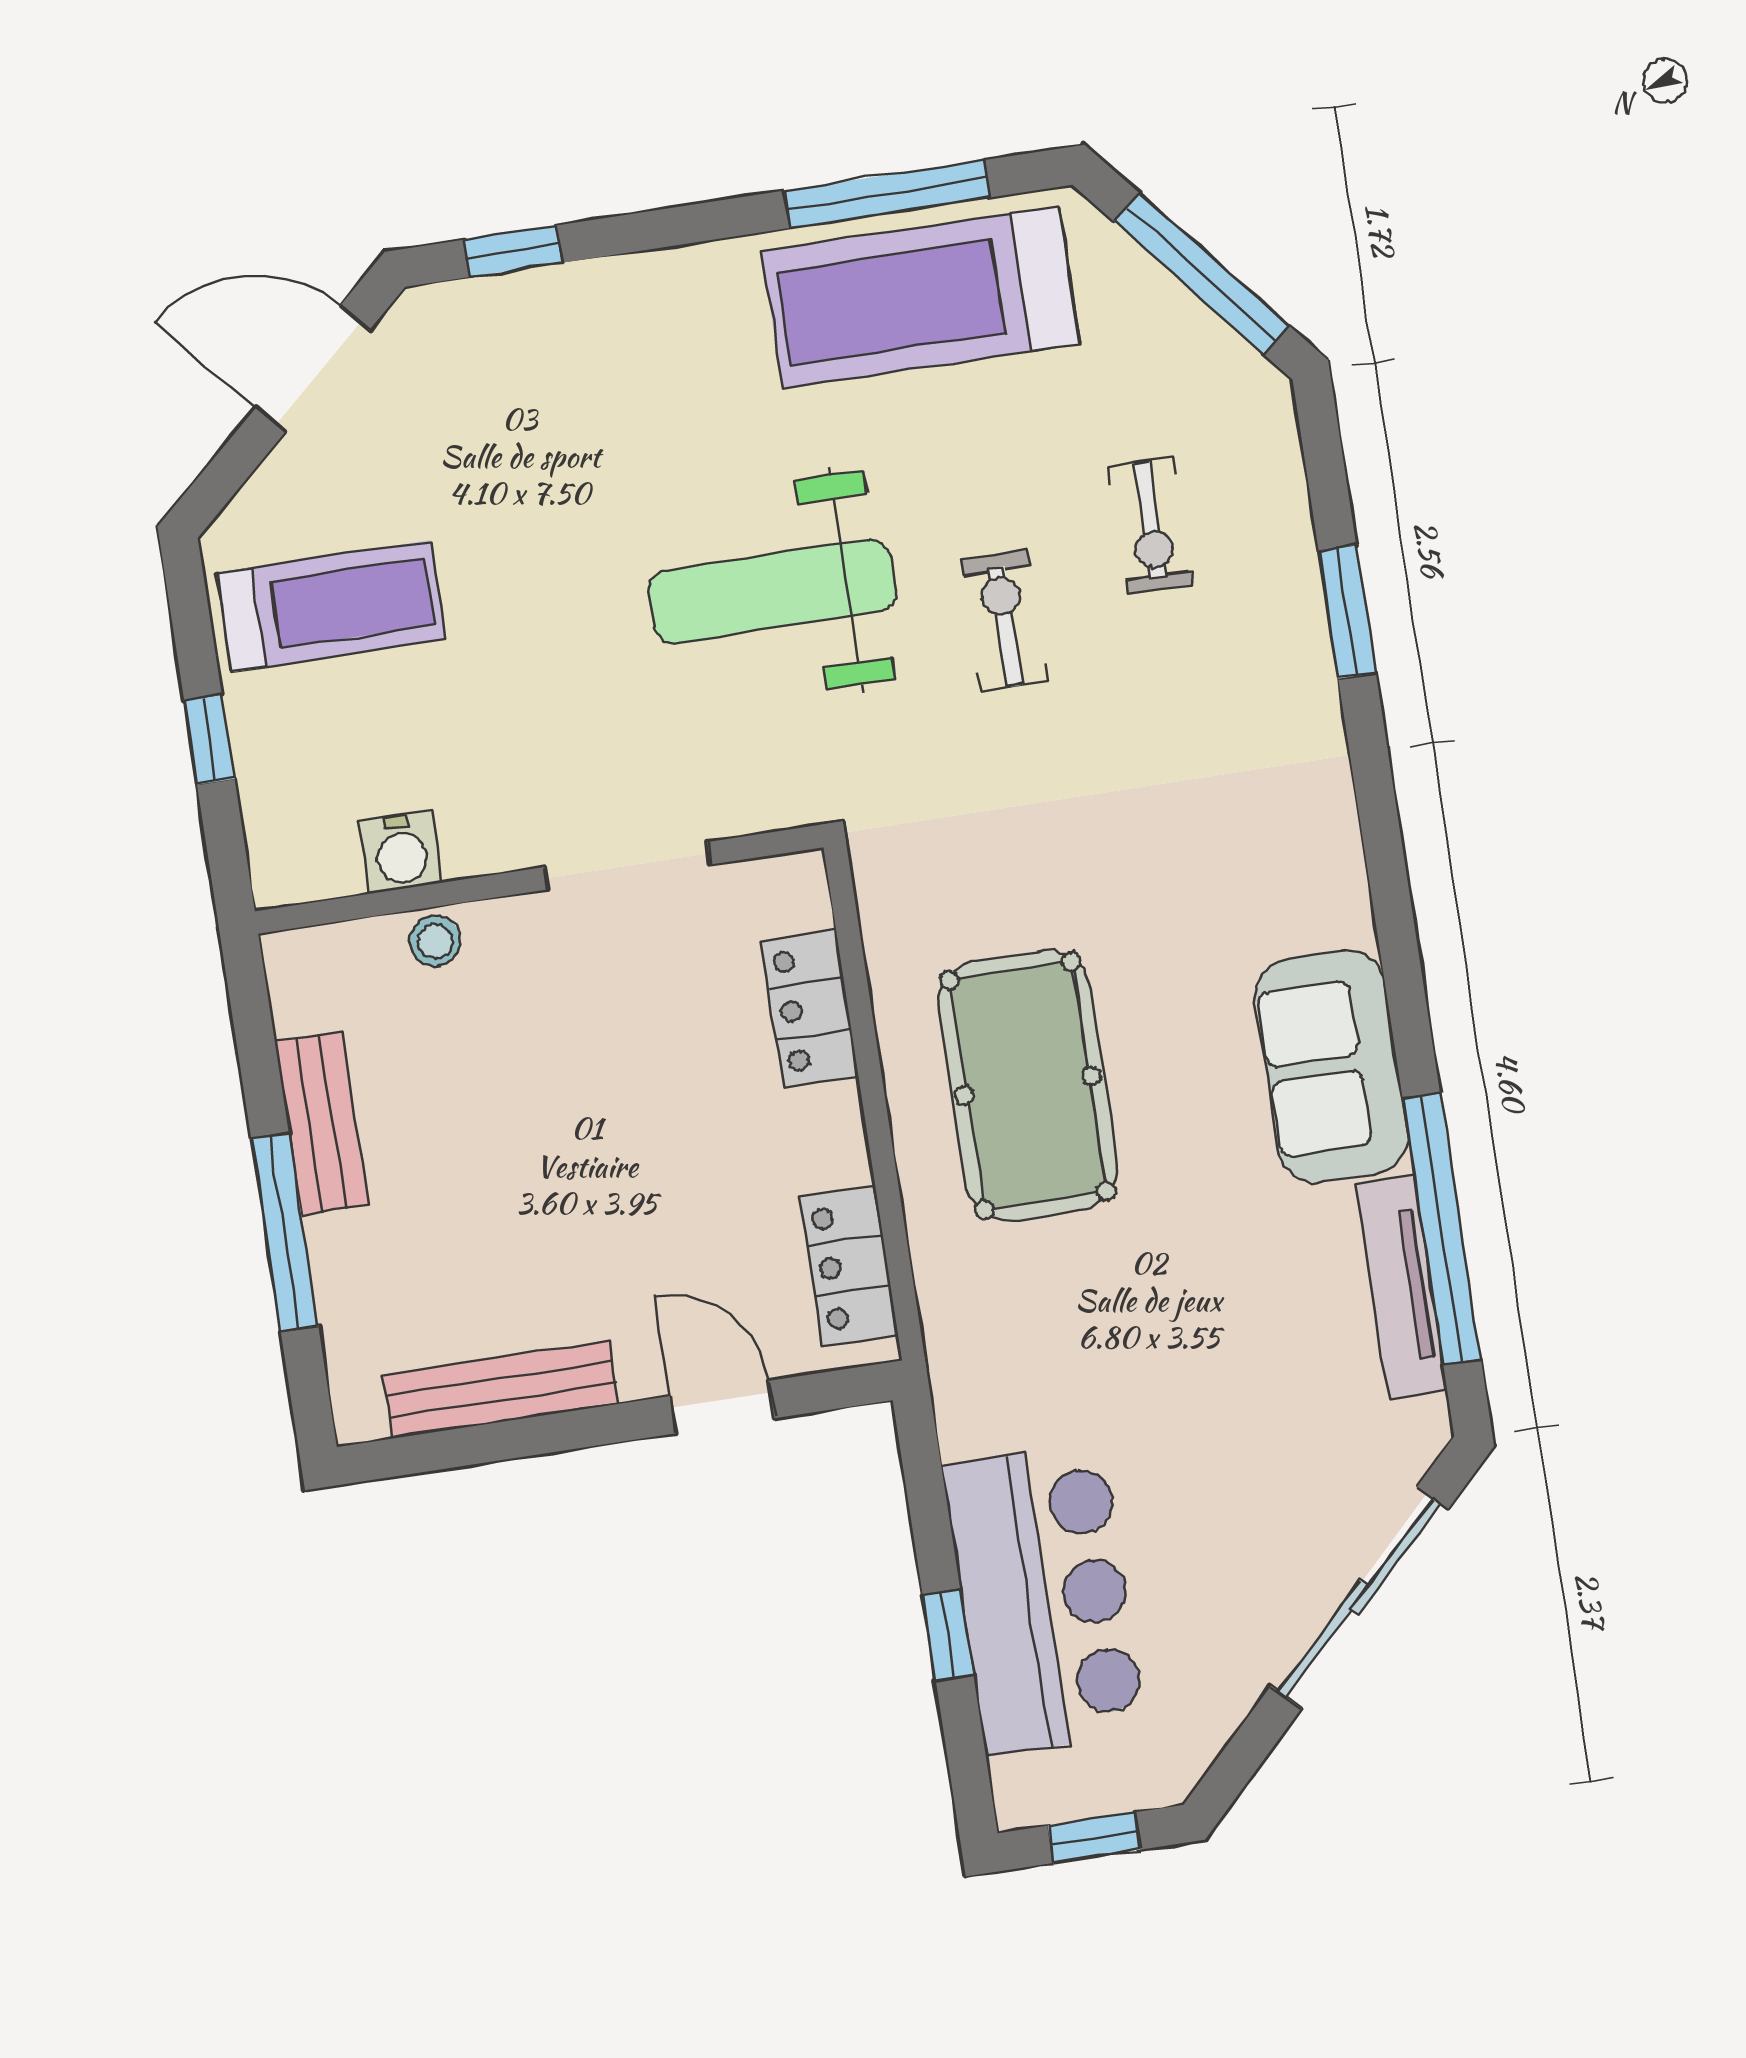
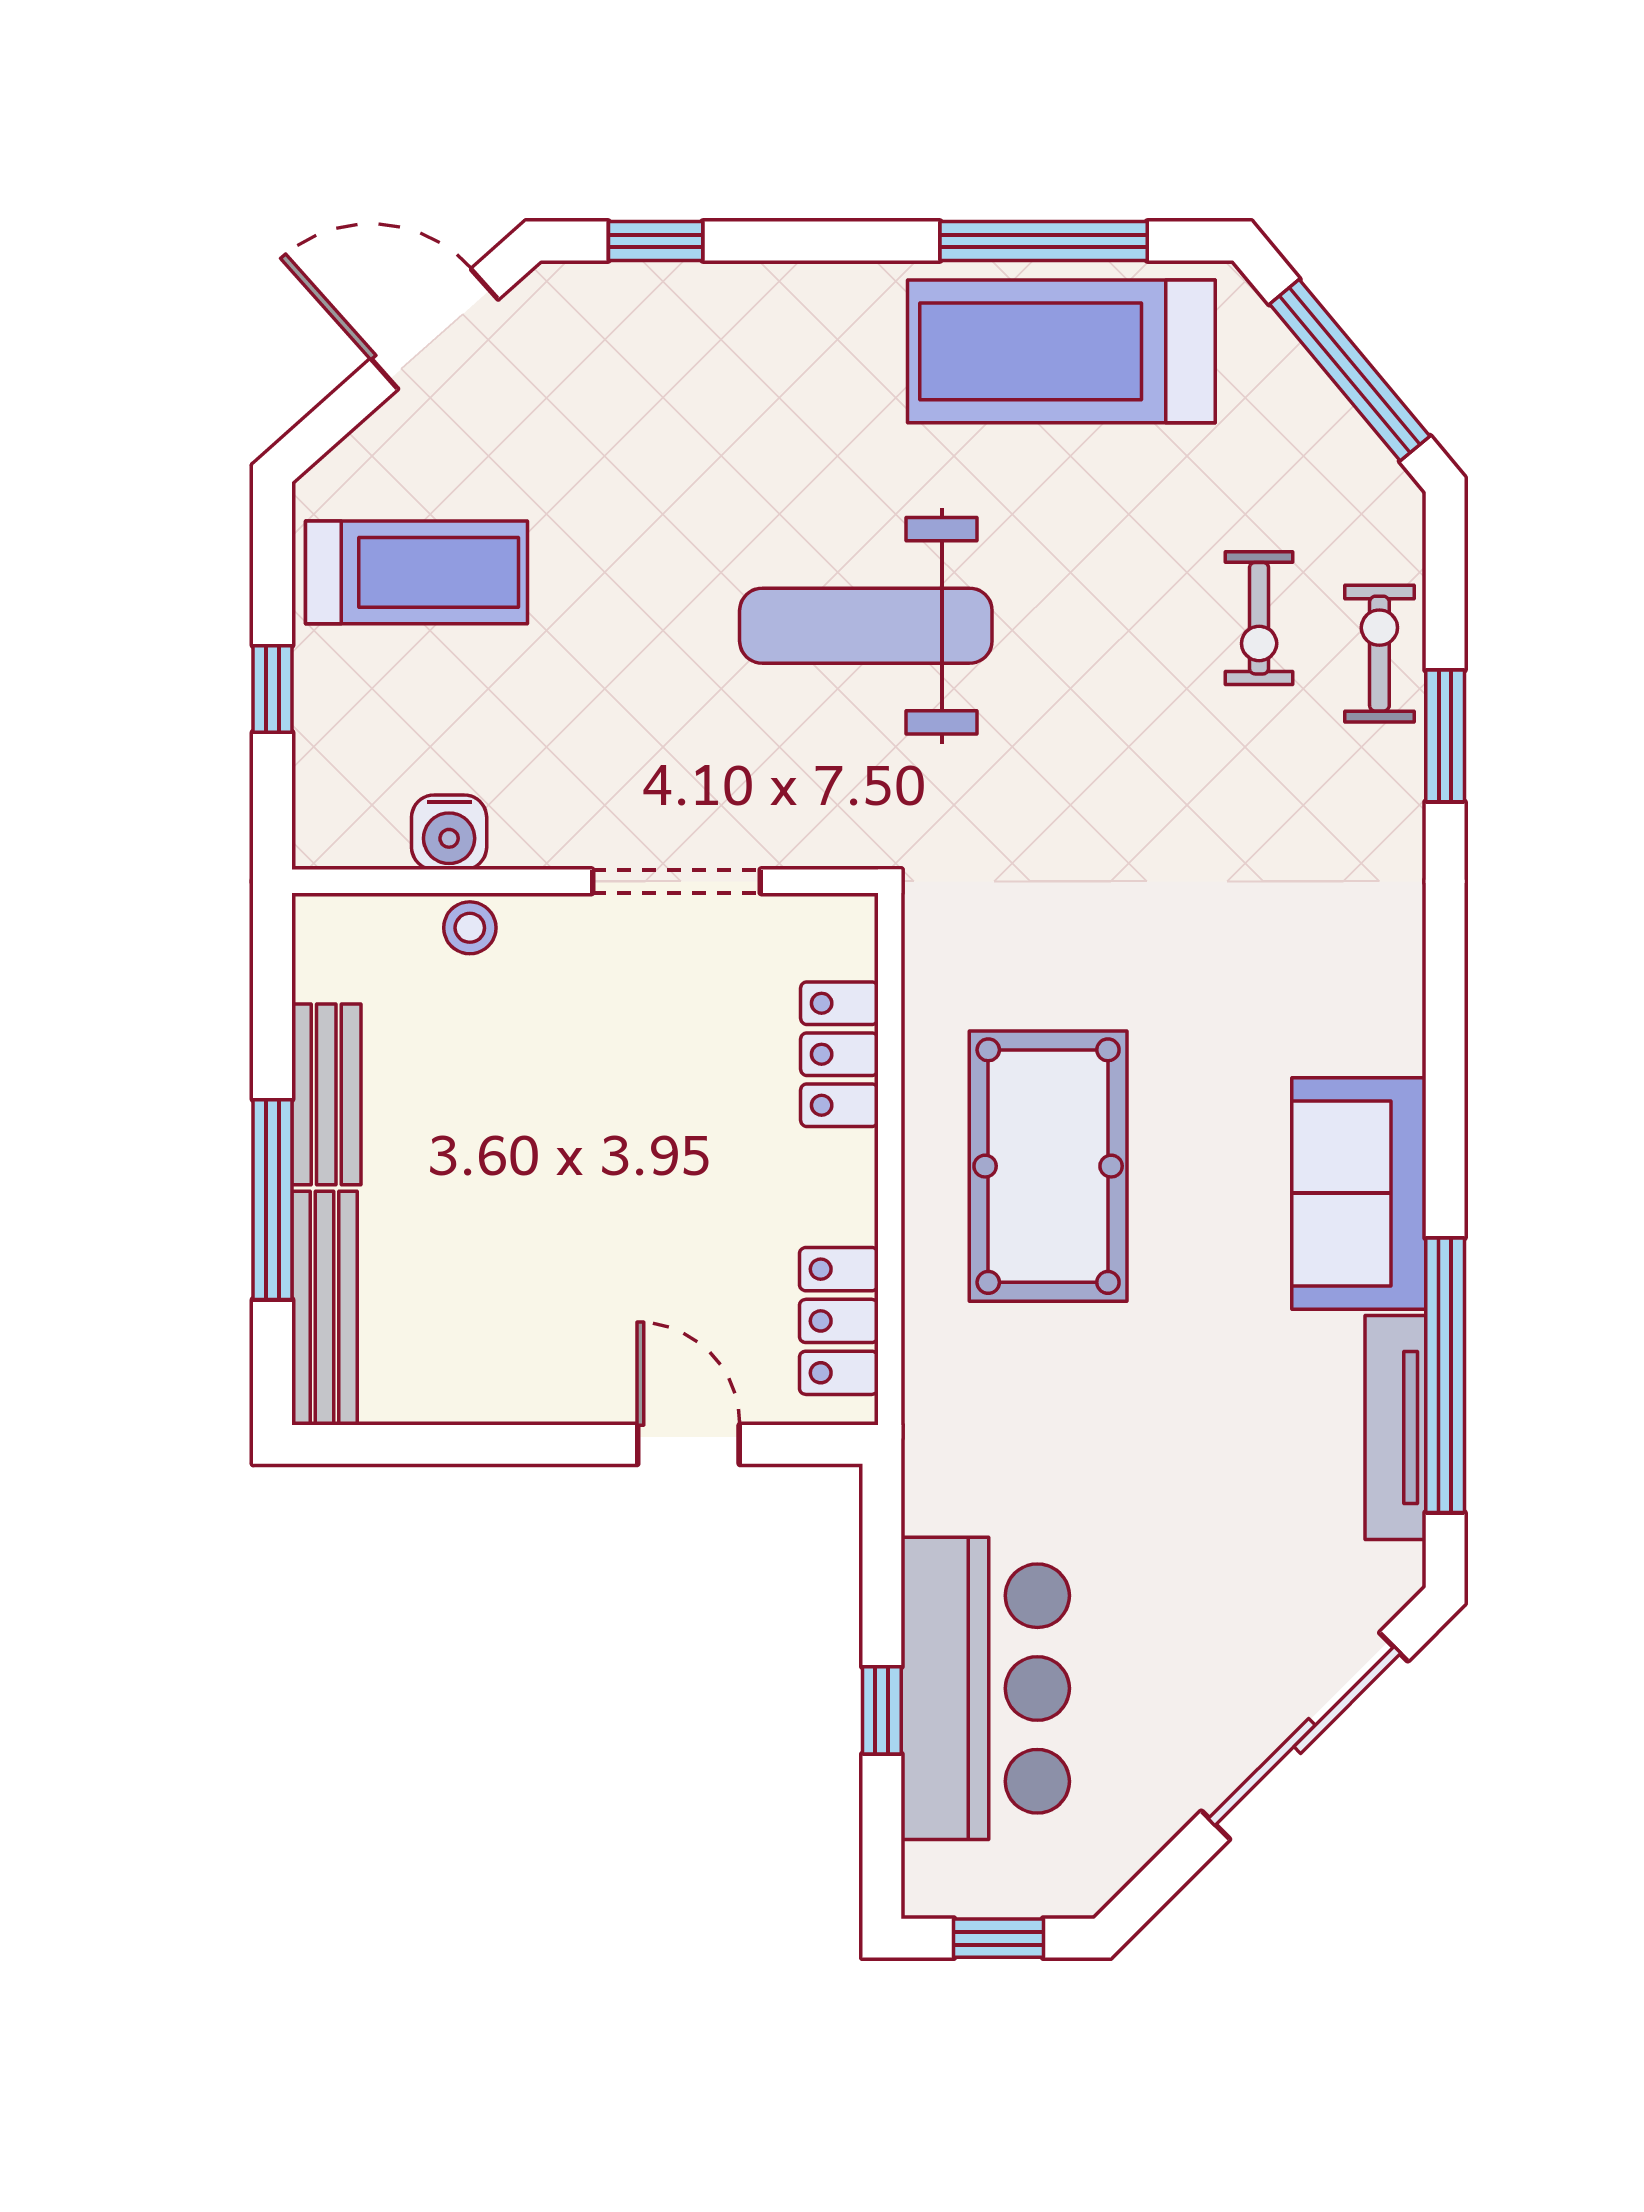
exercise bike: (1004, 620) -> (1379, 654), moved
bench: (501, 1390) -> (324, 1308), moved, turned 90

